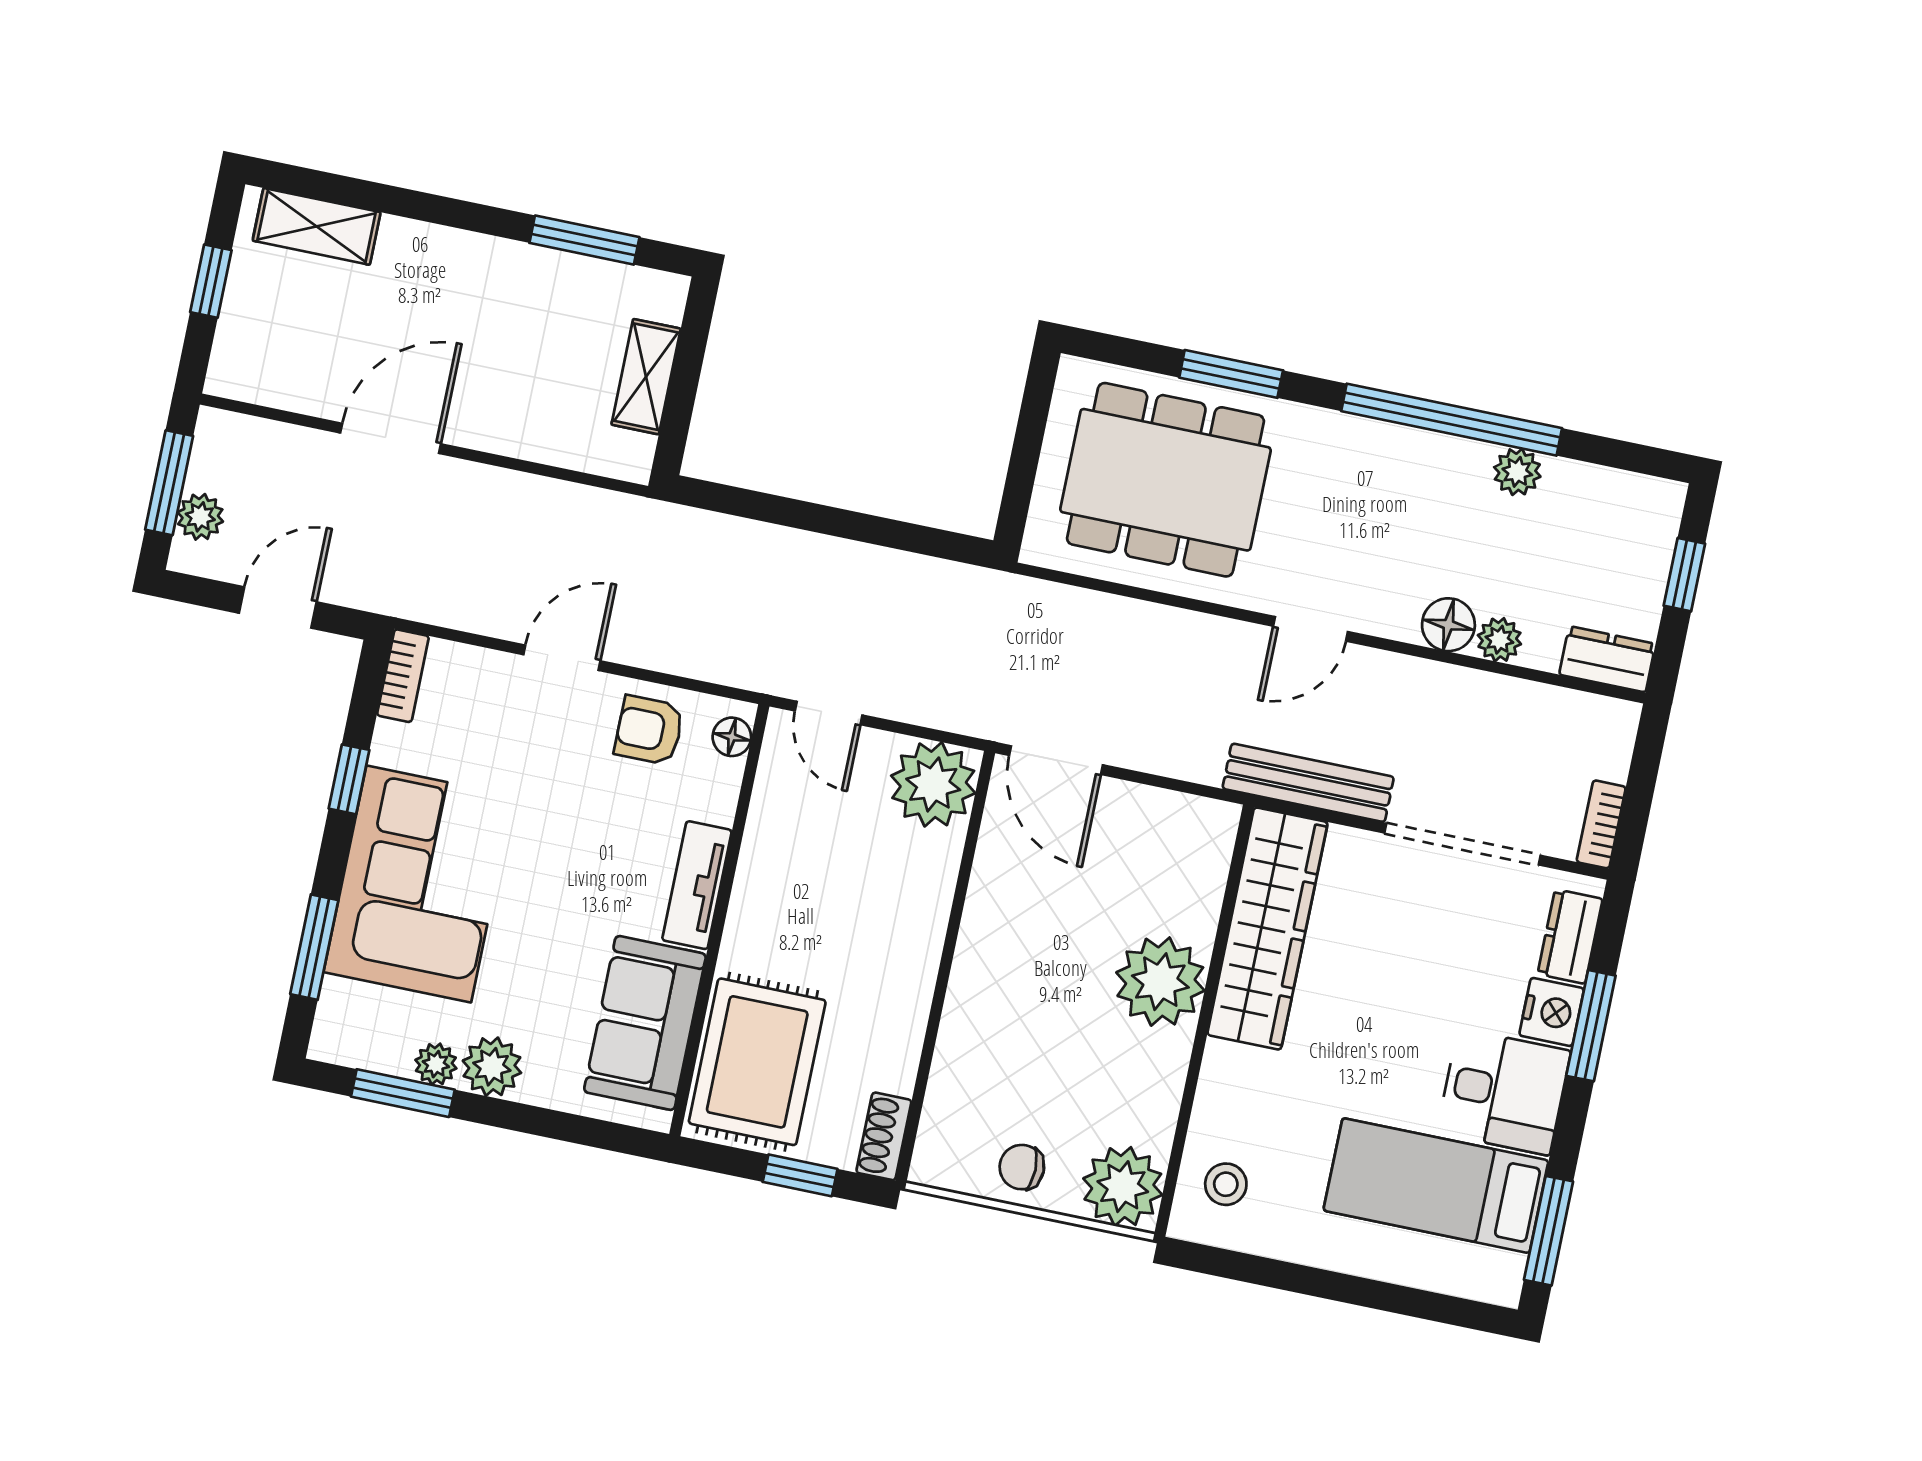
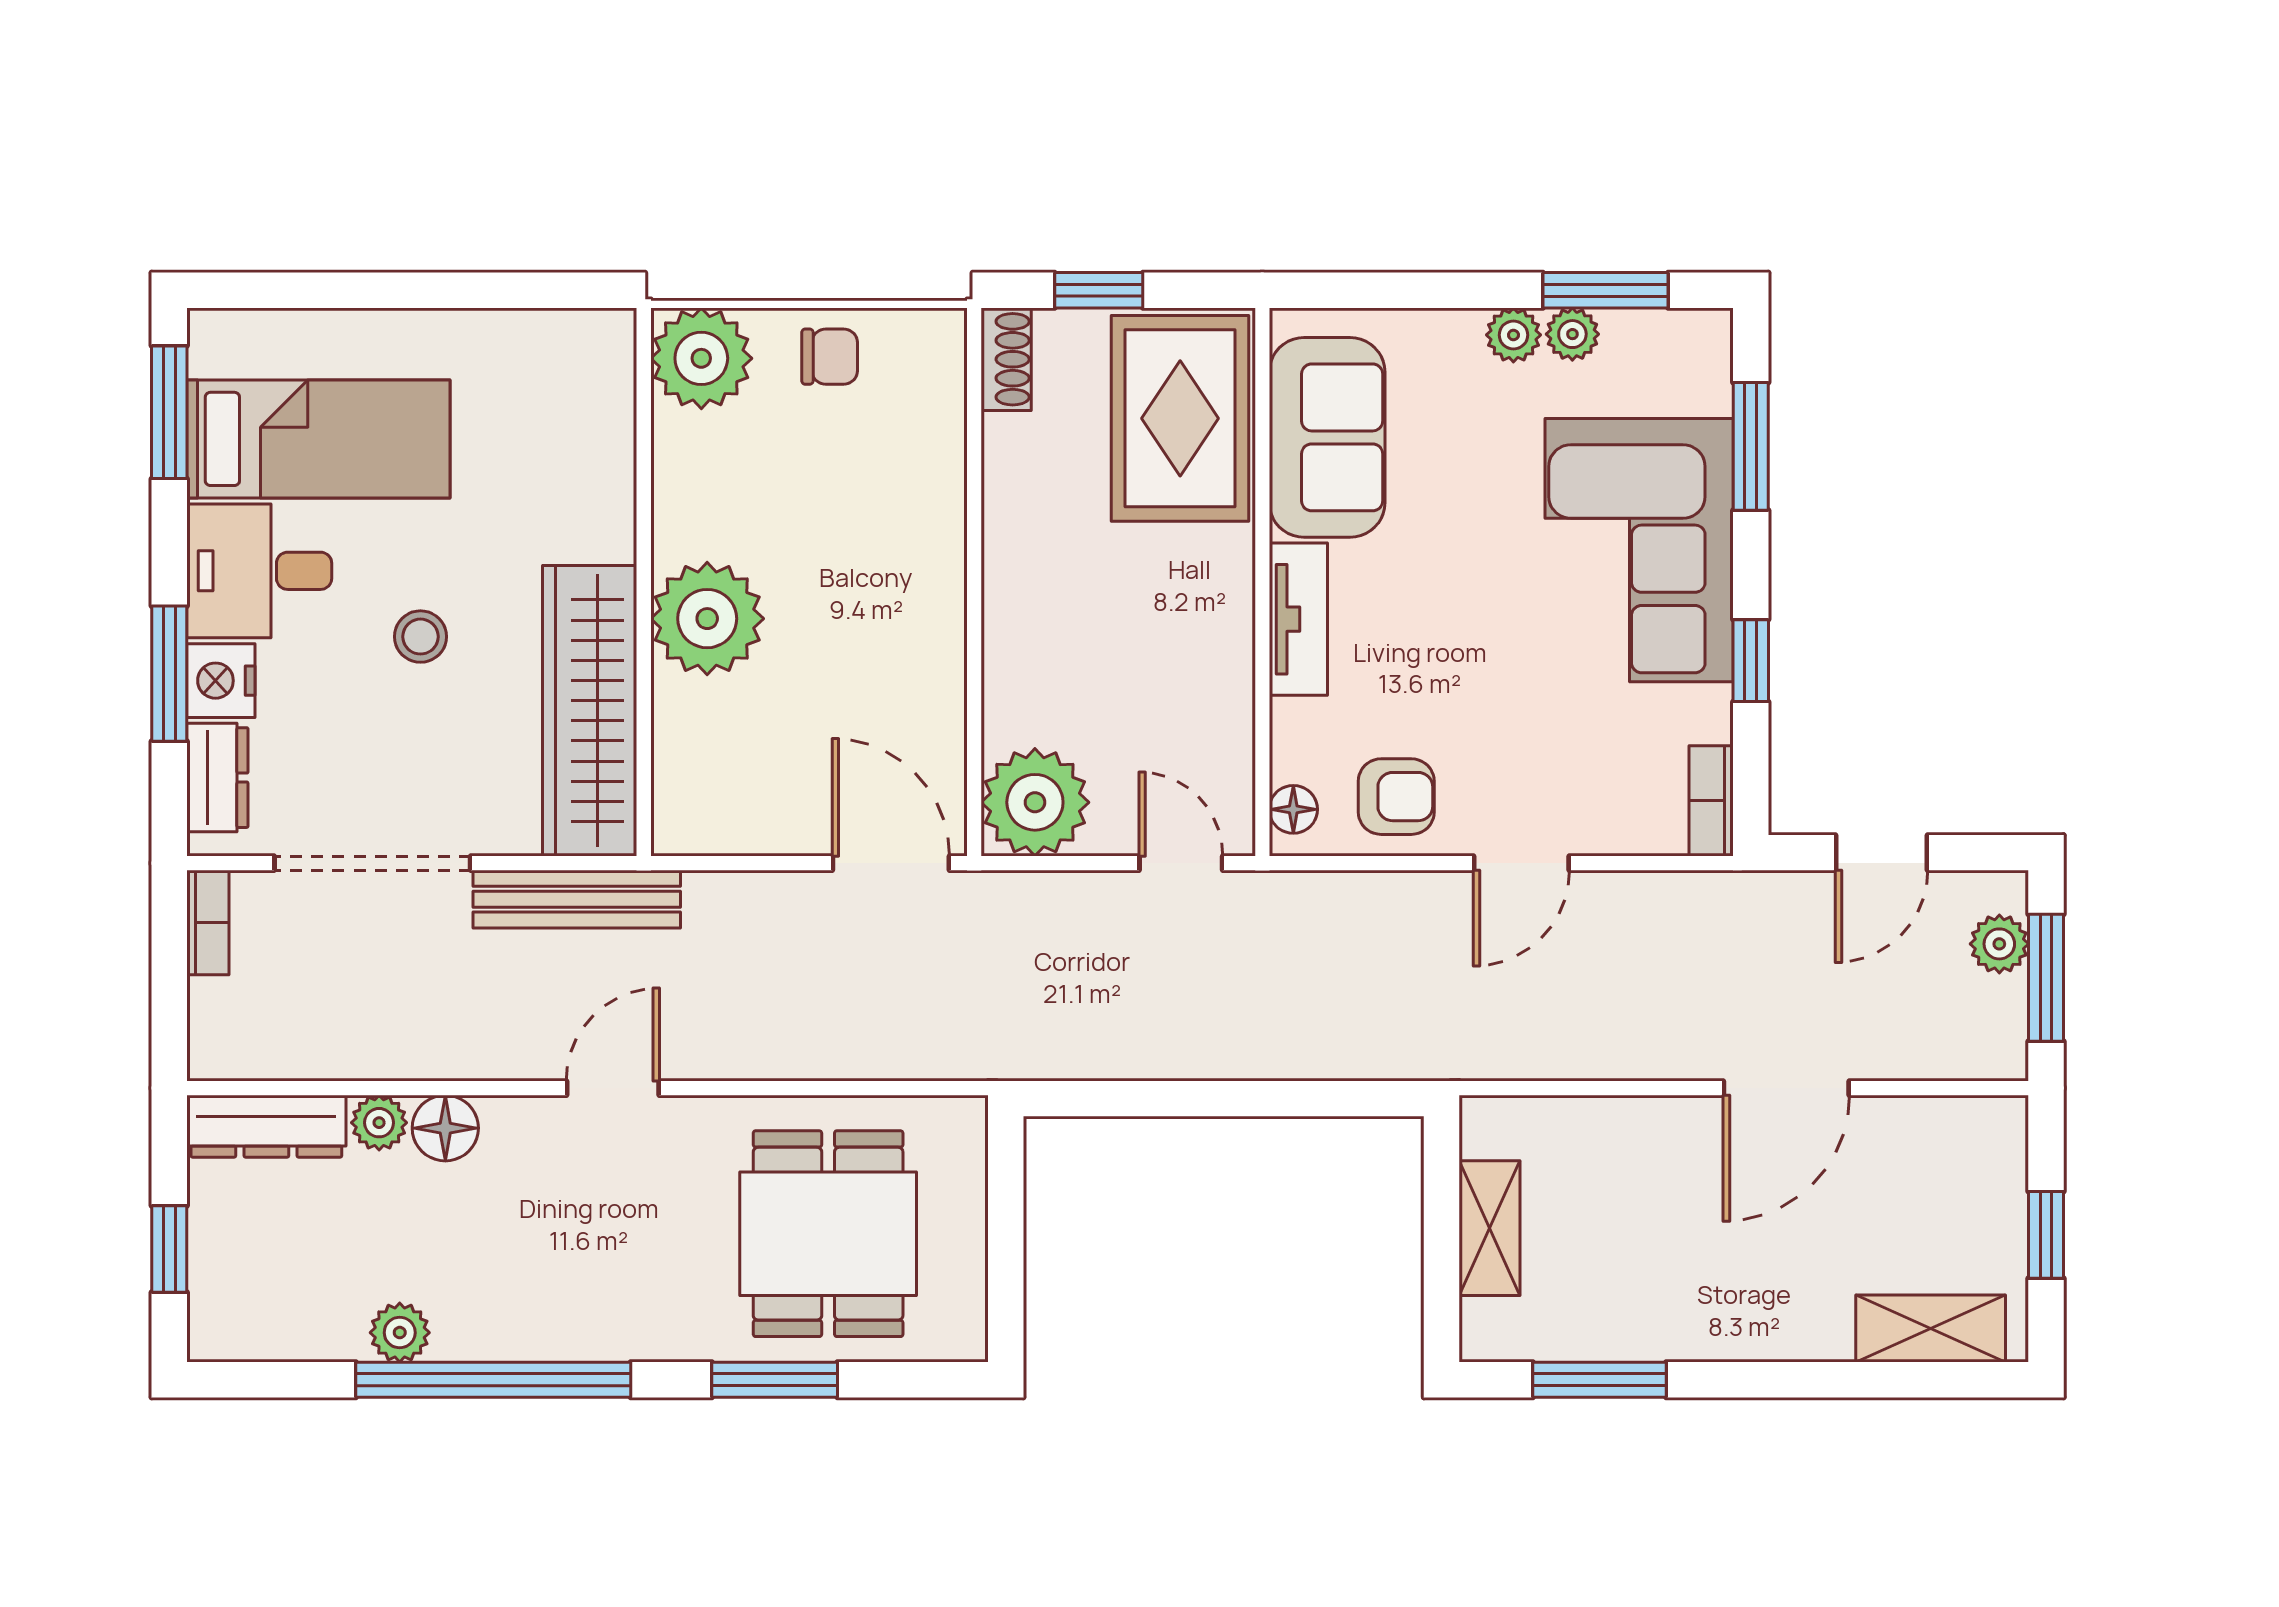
dining table: (1165, 480) -> (828, 1234), width x0.73
dresser: (1607, 659) -> (266, 1126), width x1.44
plant: (492, 1067) -> (1513, 335), width x0.73, depth x0.73
stool: (1226, 1184) -> (420, 637), moved

